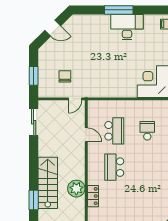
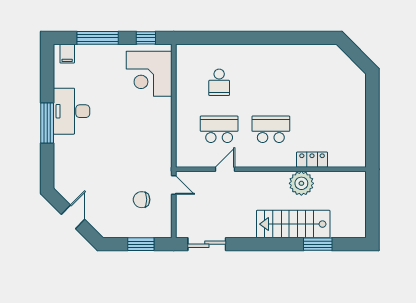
school desk: (147, 131) -> (219, 82), turned -90
school desk: (114, 167) -> (271, 129), turned 180

